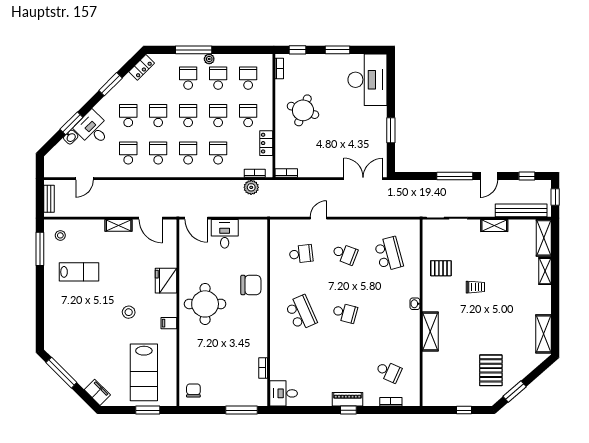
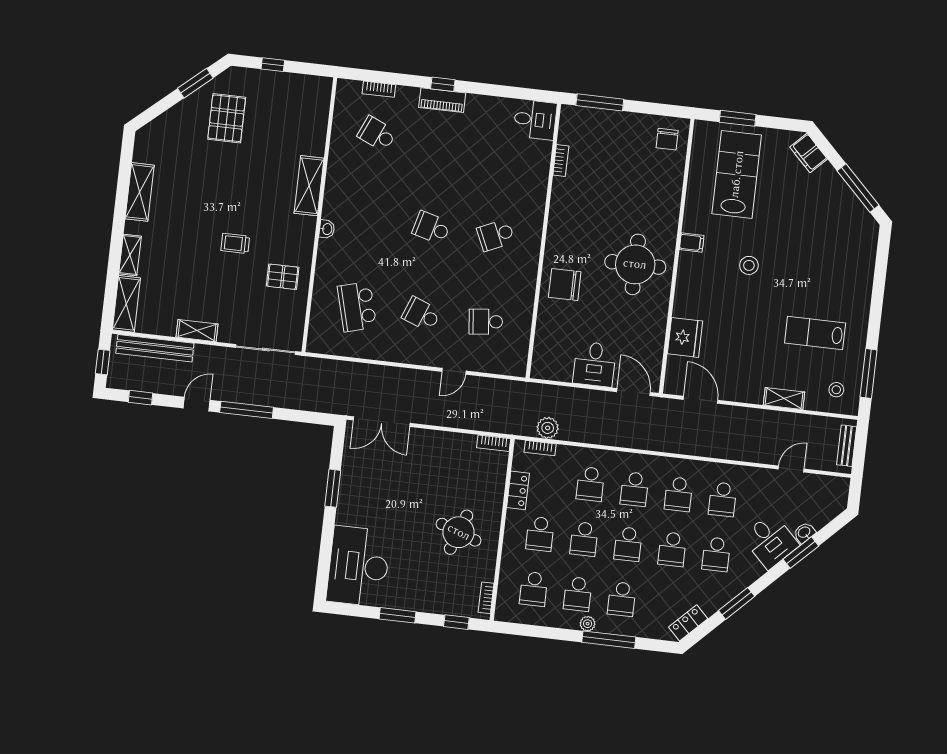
shelving: (119, 225) -> (784, 399), moved
fridge: (166, 281) -> (685, 337), moved
school desk: (301, 313) -> (496, 235), width x0.54
shelving: (544, 334) -> (140, 192), moved

